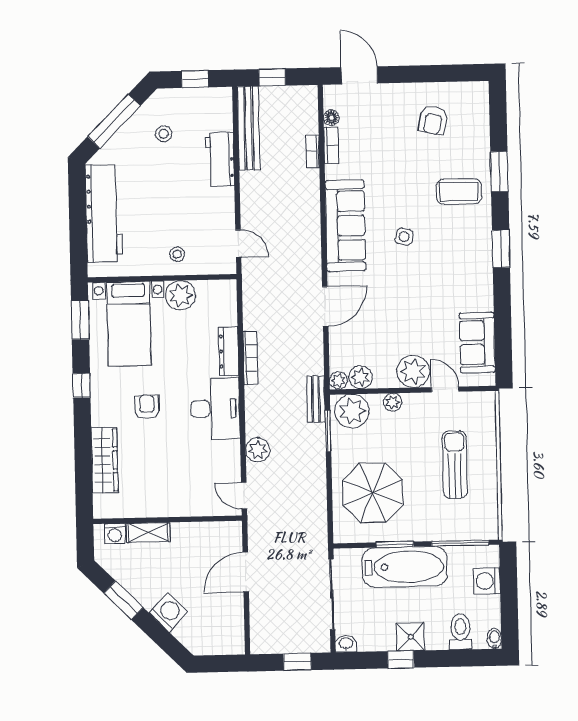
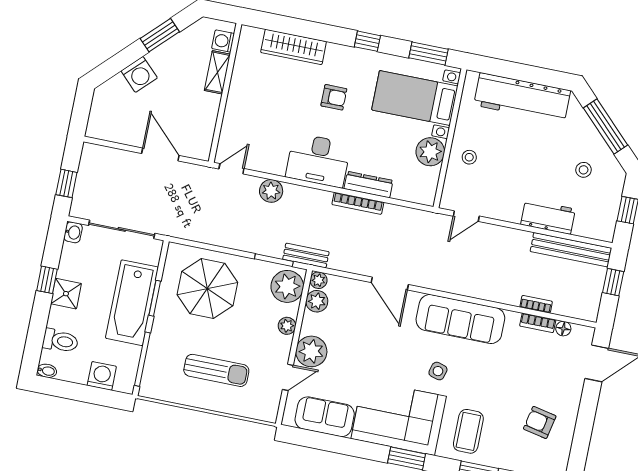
corner sofa: (461, 266) -> (399, 418), added

